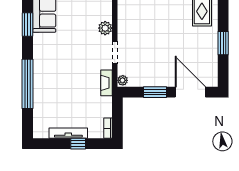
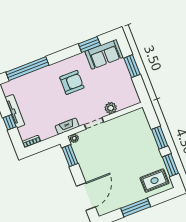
window: (223, 43) -> (136, 207), width x1.44
armchair: (61, 59) -> (72, 82), added
window: (28, 84) -> (27, 69), moved
window: (155, 92) -> (70, 156), moved

